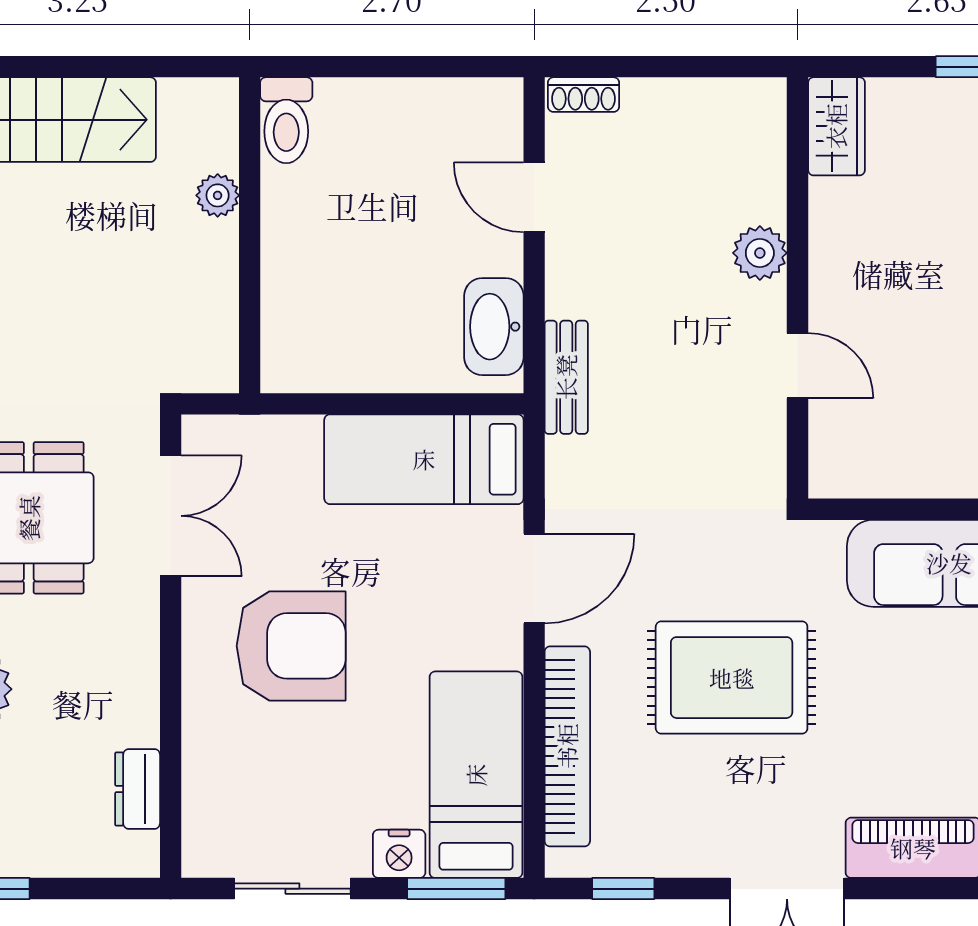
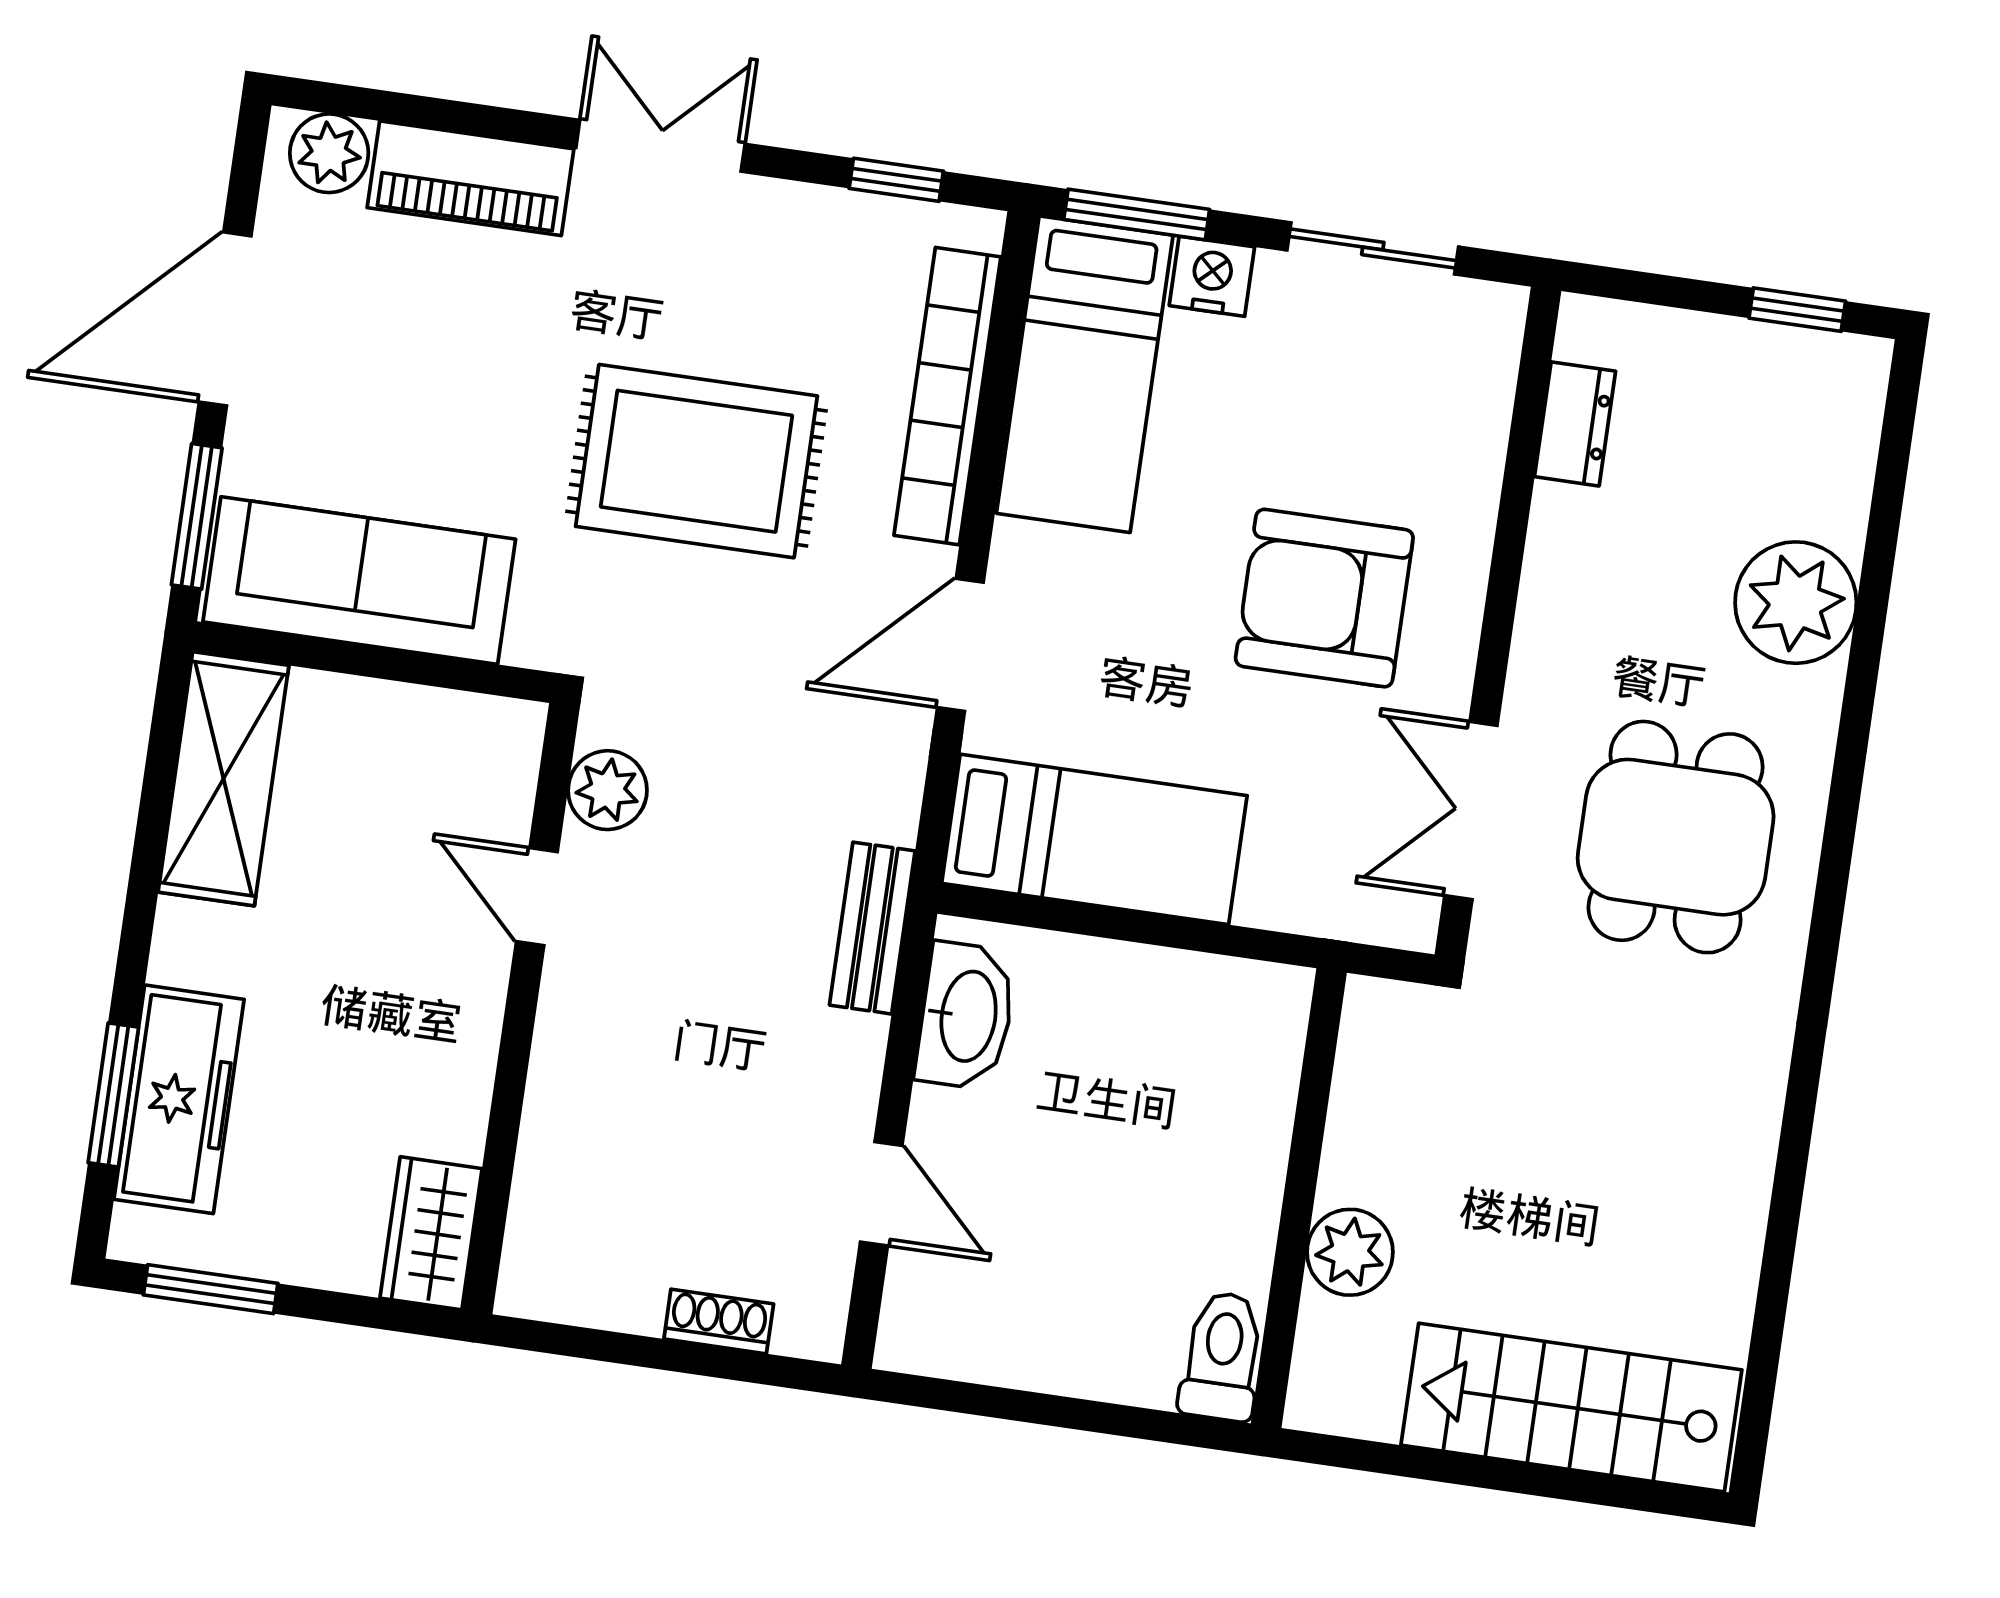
shoe rack: (584, 95) -> (719, 1321), moved
plant: (218, 195) -> (1350, 1252), width x1.38, depth x1.38
plant: (760, 253) -> (608, 790), moved

